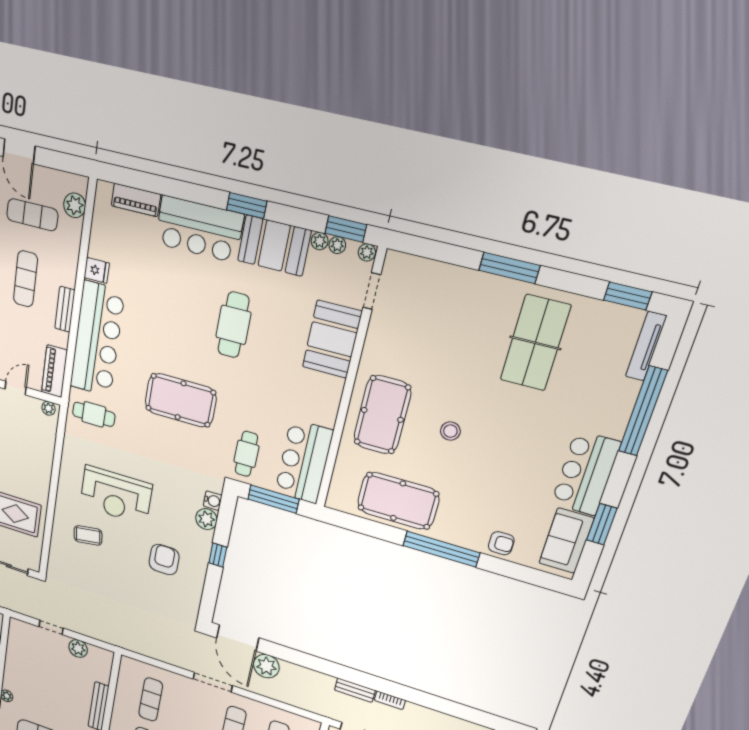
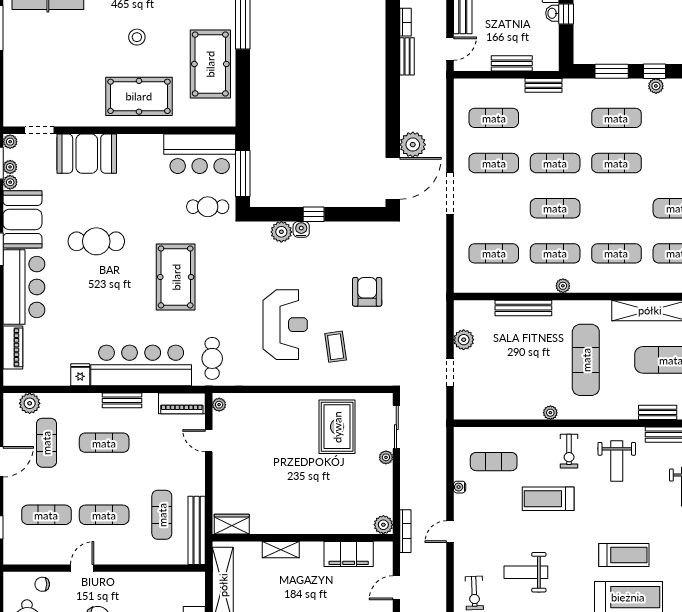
water cooler: (213, 501) -> (301, 229), moved
armchair: (164, 560) -> (367, 292), moved, turned 90

